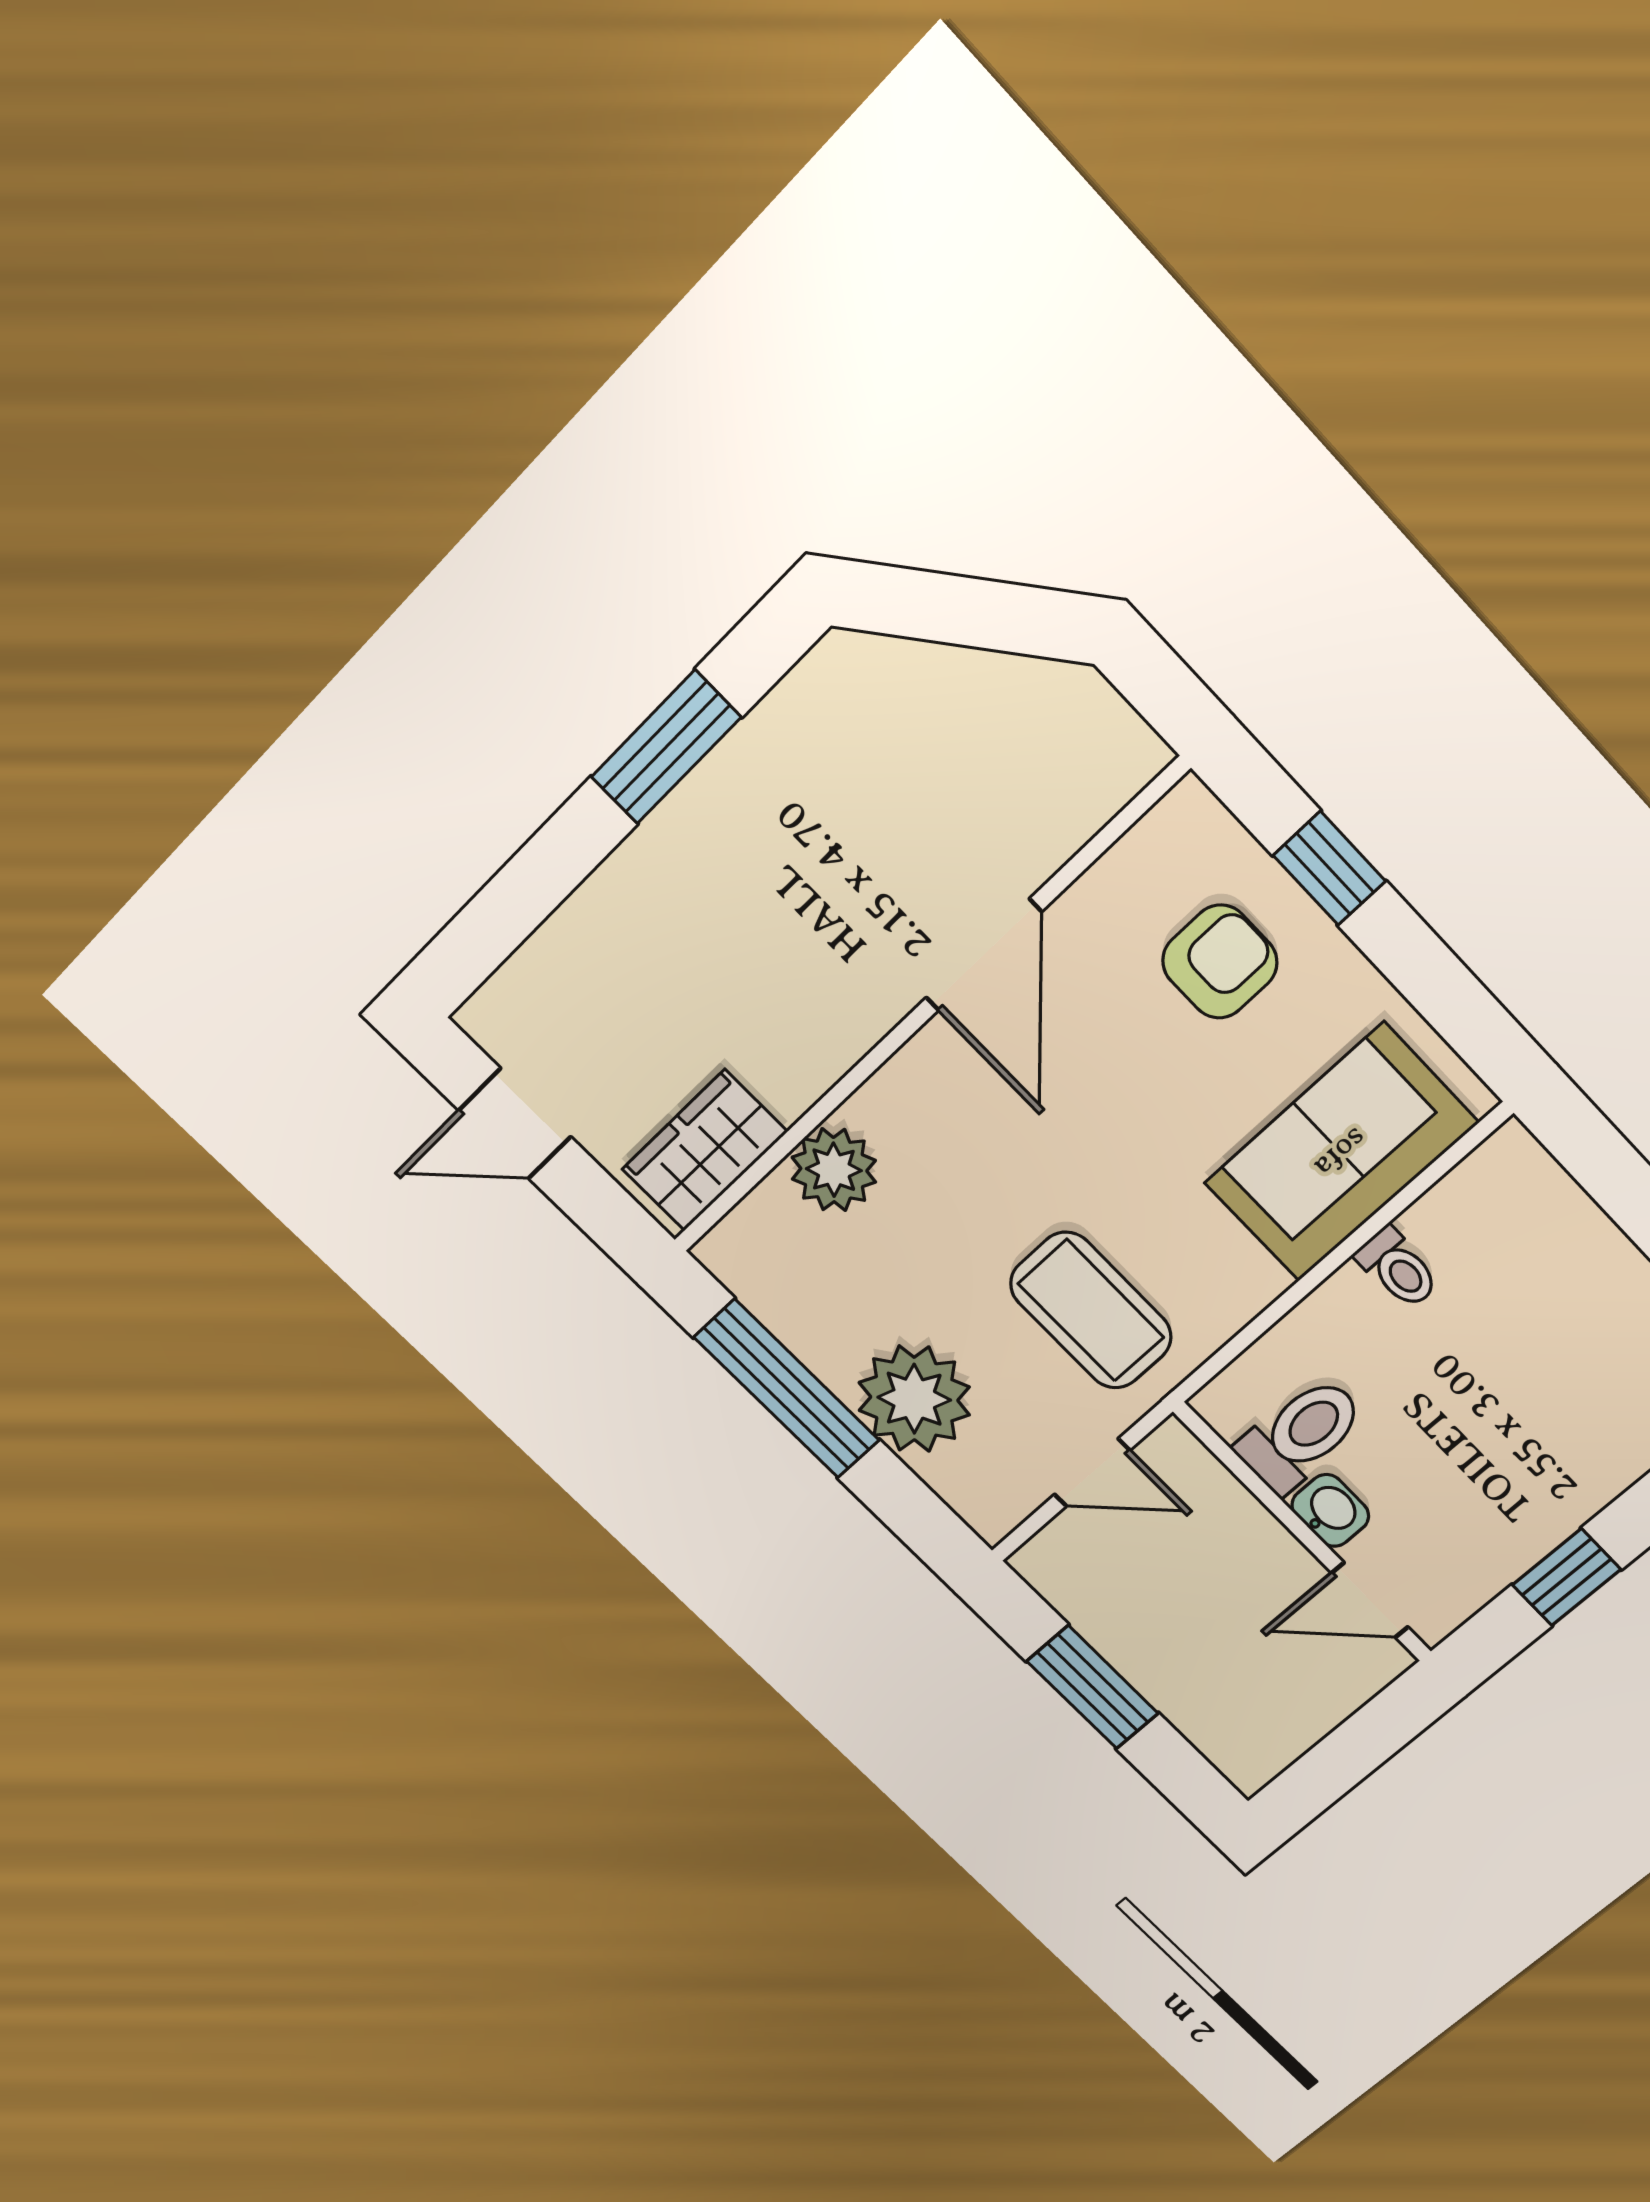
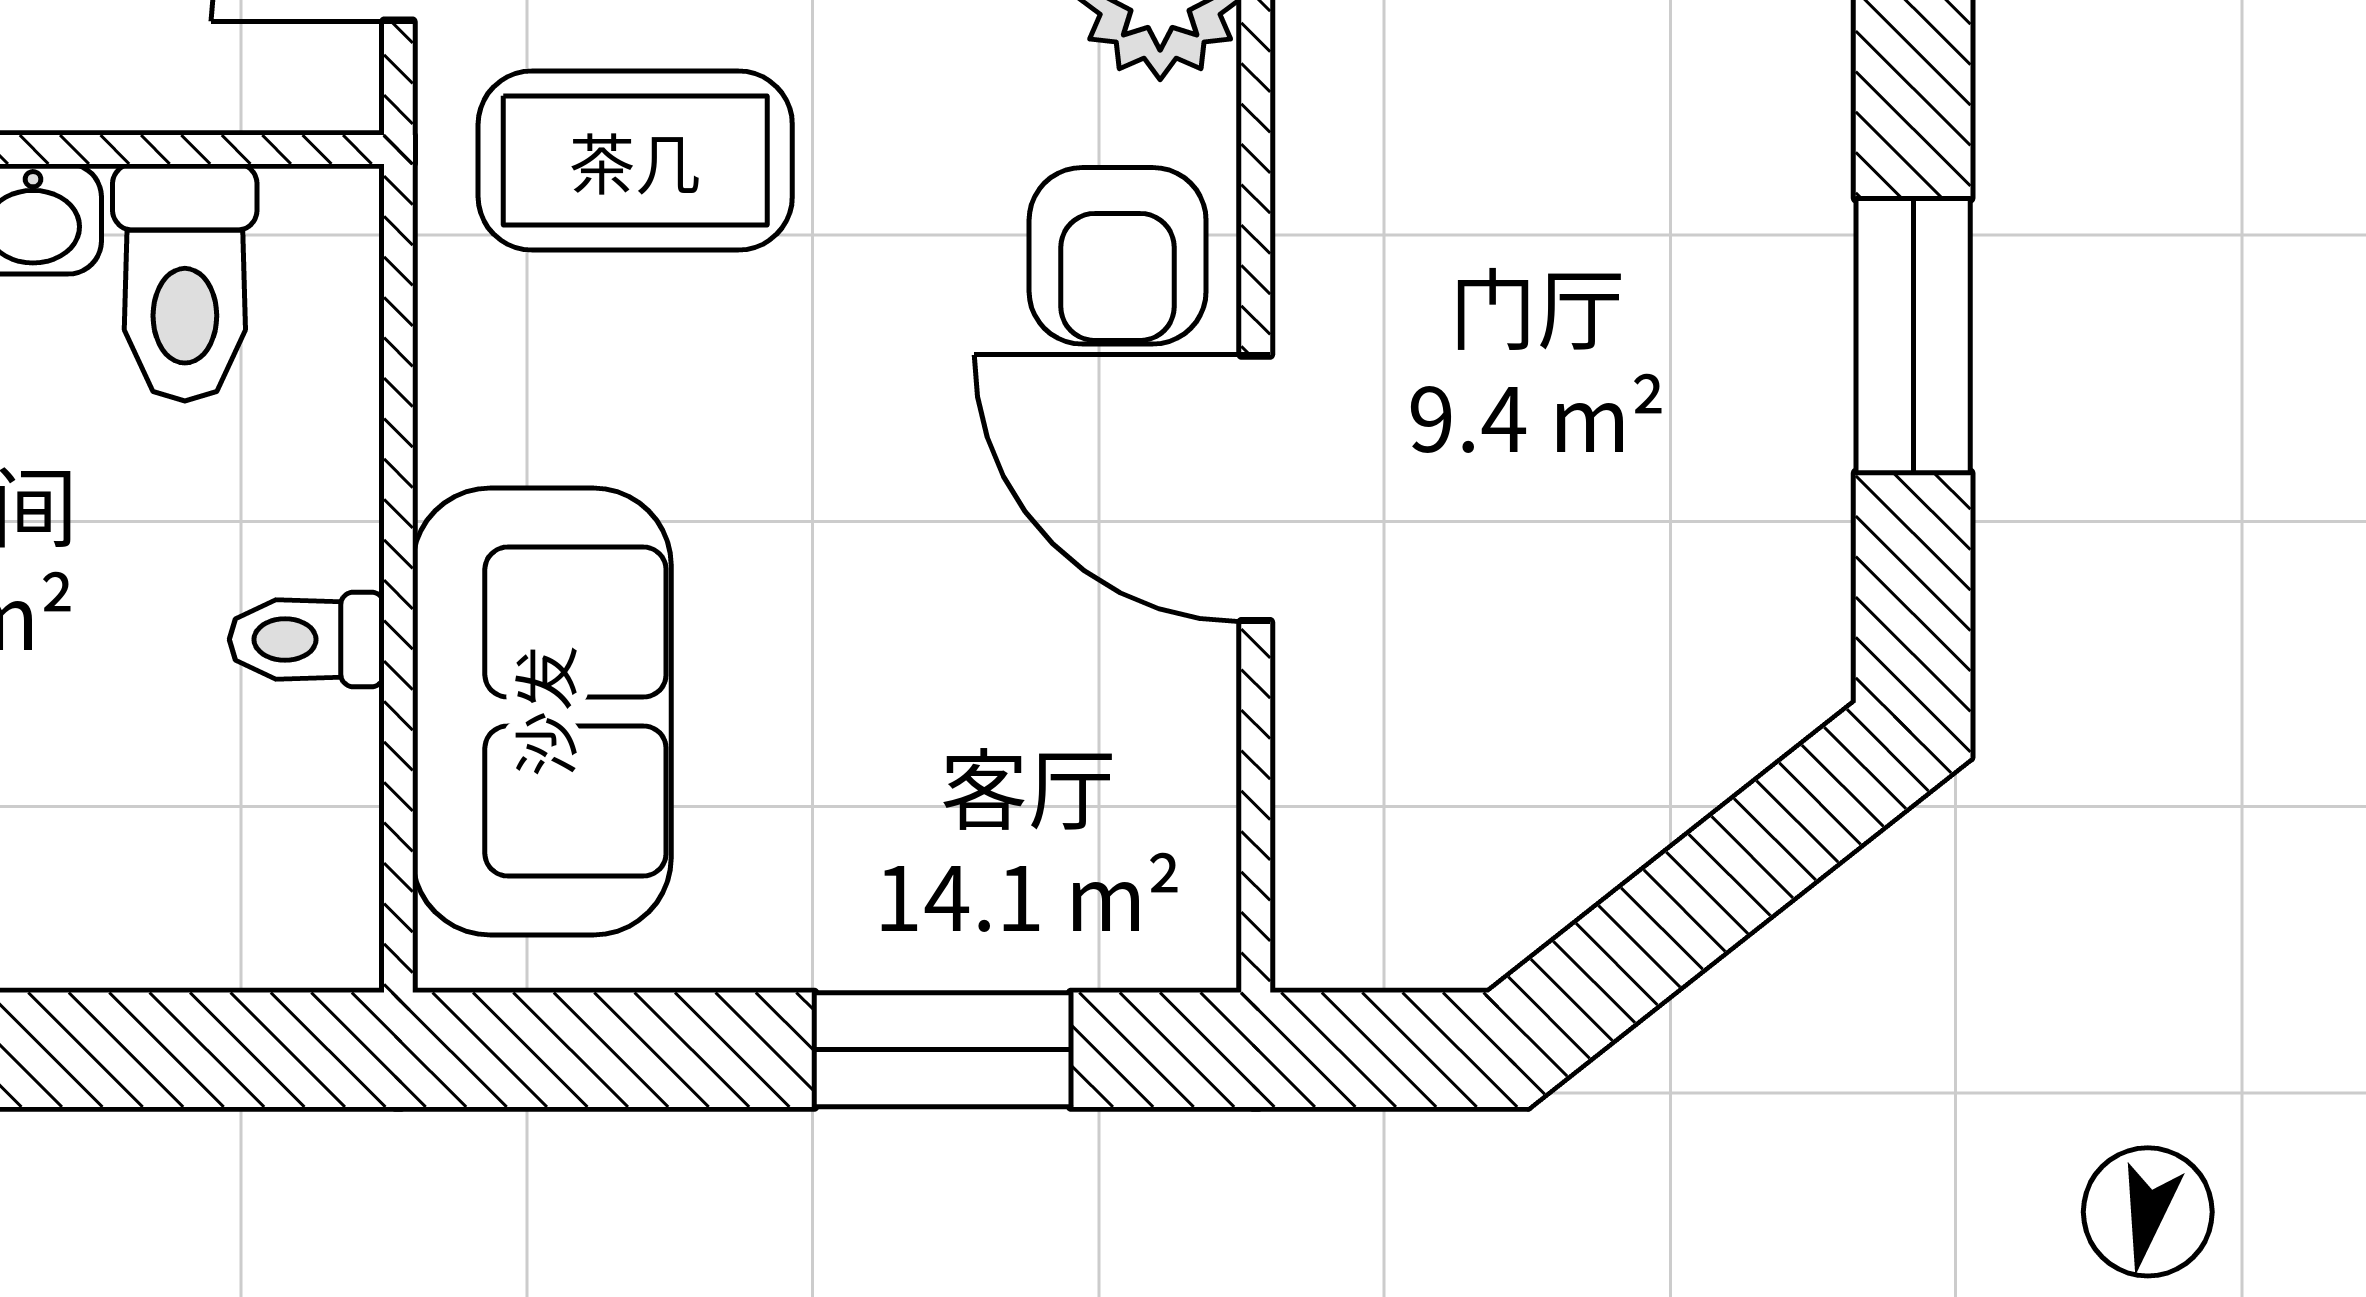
window: (1329, 868) -> (943, 1050), width x1.50
armchair: (1220, 962) -> (1118, 256), moved

